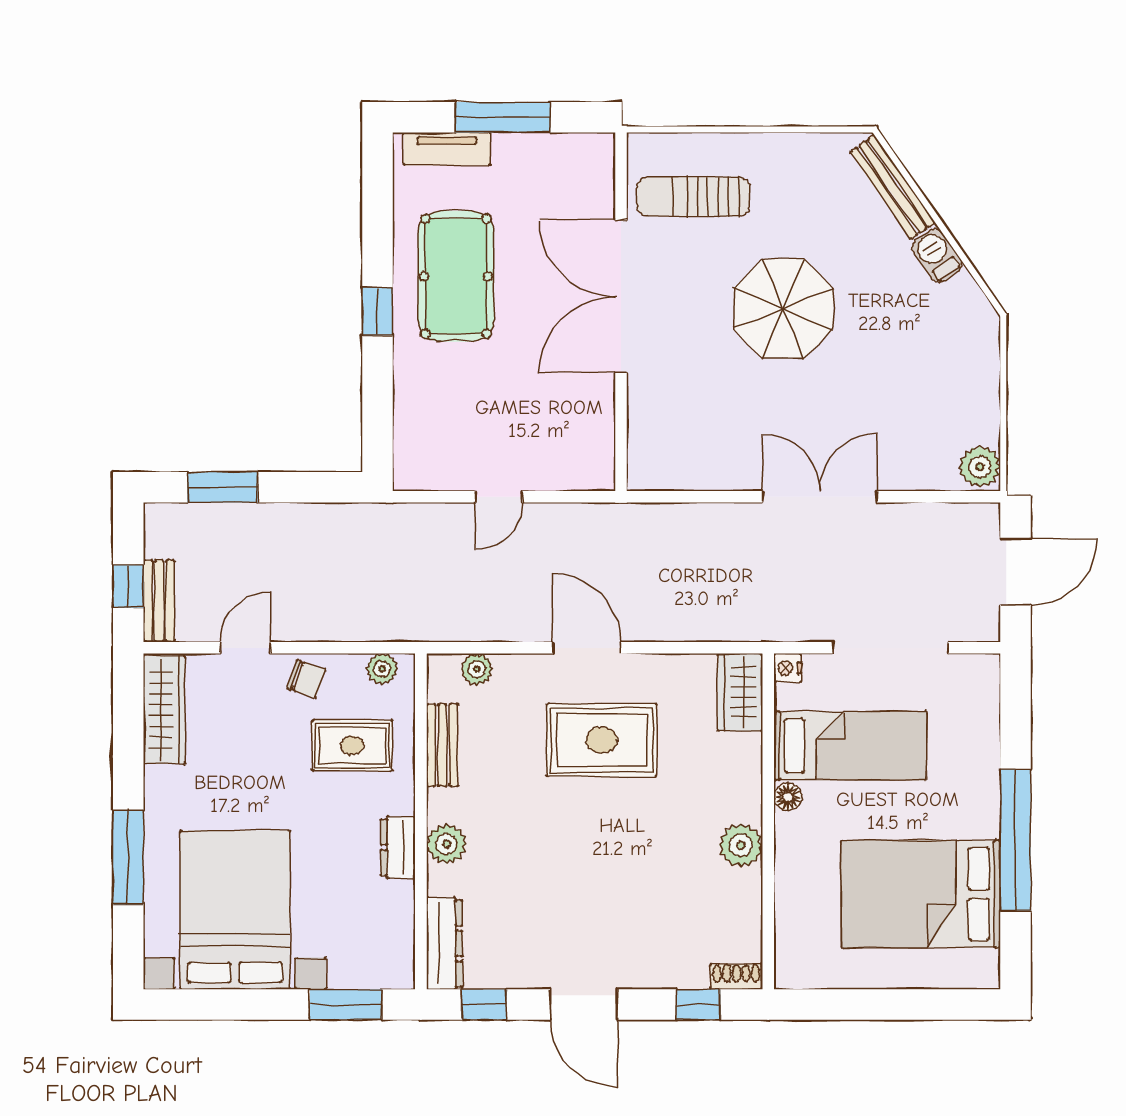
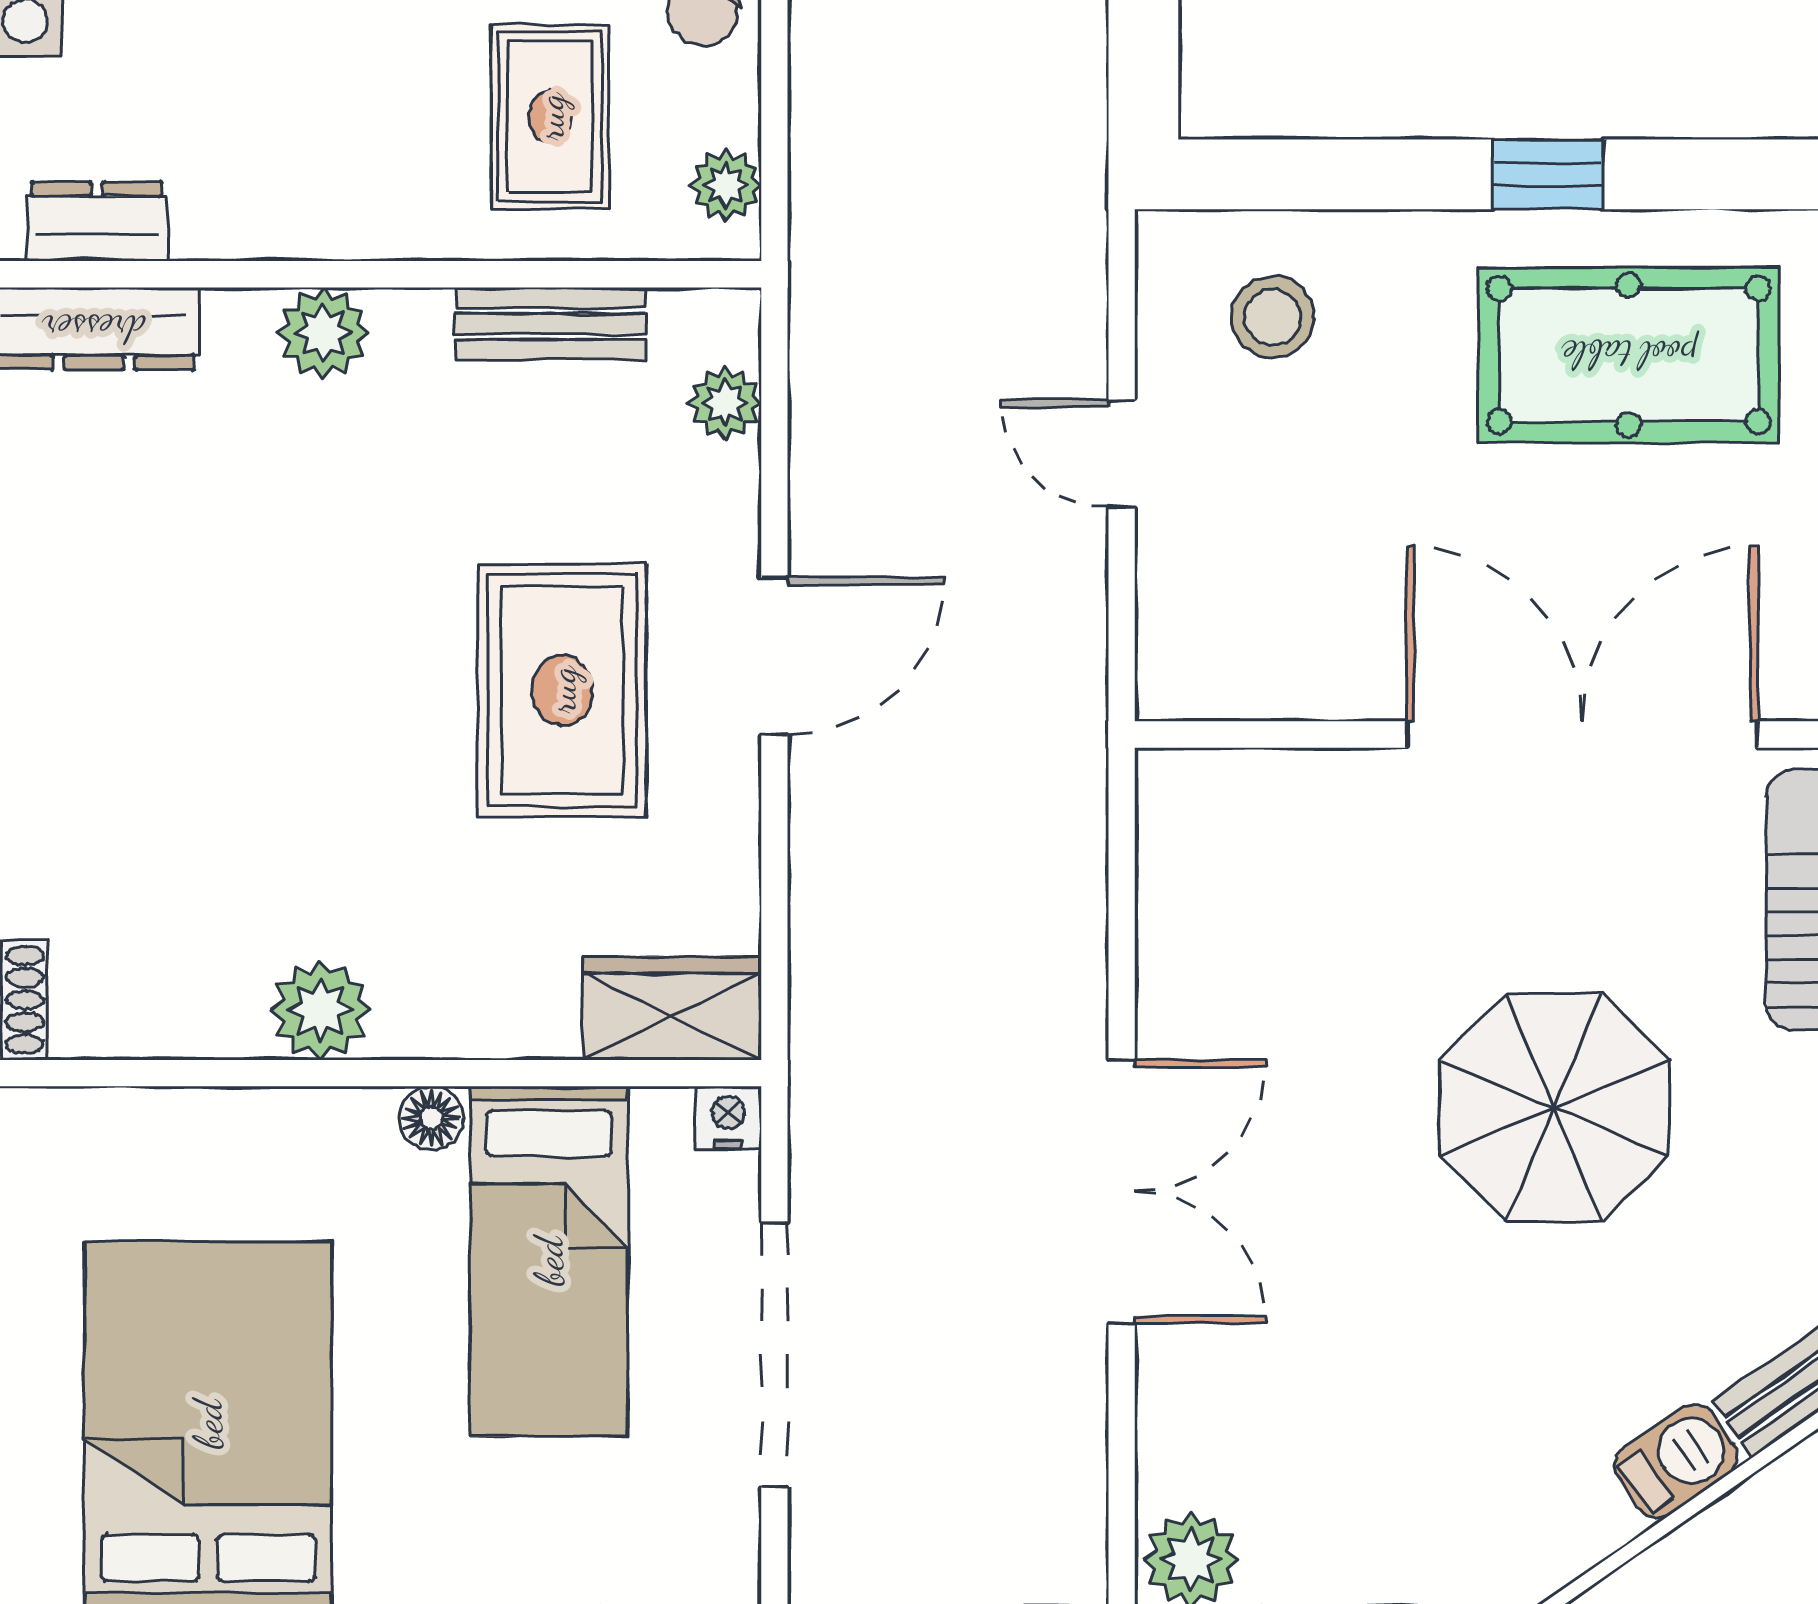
stool: (440, 431) -> (1273, 317), added
dresser: (398, 847) -> (97, 221), moved

